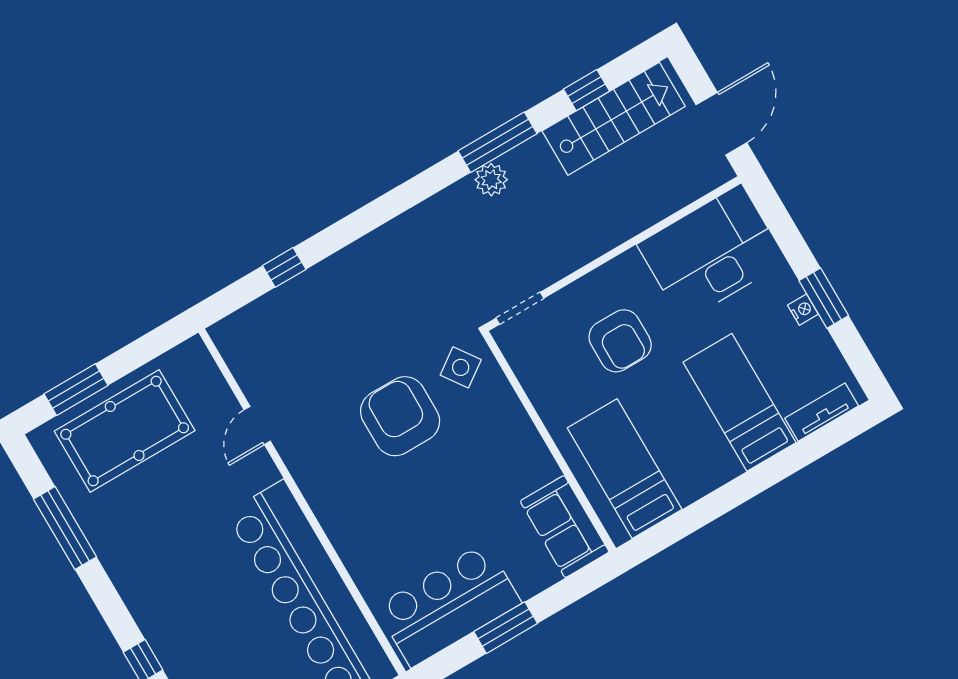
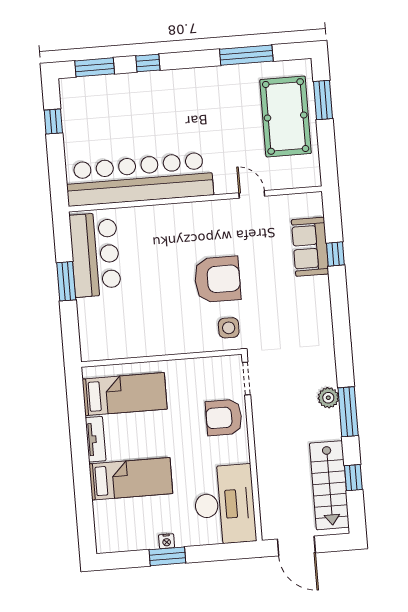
armchair: (620, 341) -> (224, 418), moved
side table: (461, 367) -> (229, 328), turned 35
tv unit: (822, 412) -> (96, 439), moved
sofa: (565, 527) -> (310, 247), moved, turned -90

